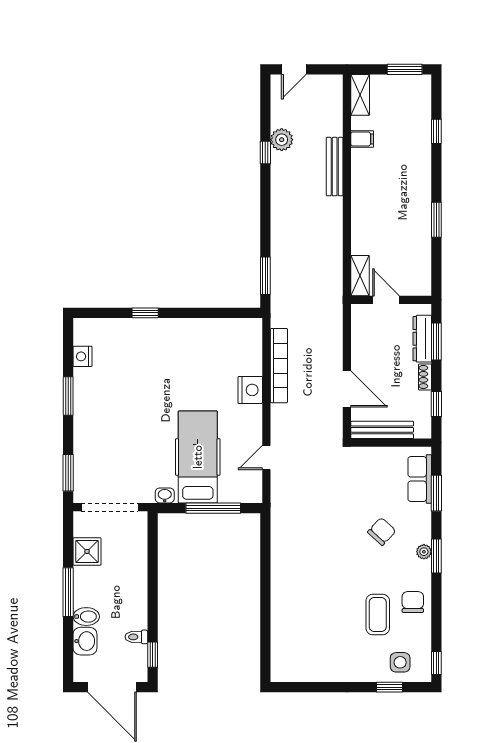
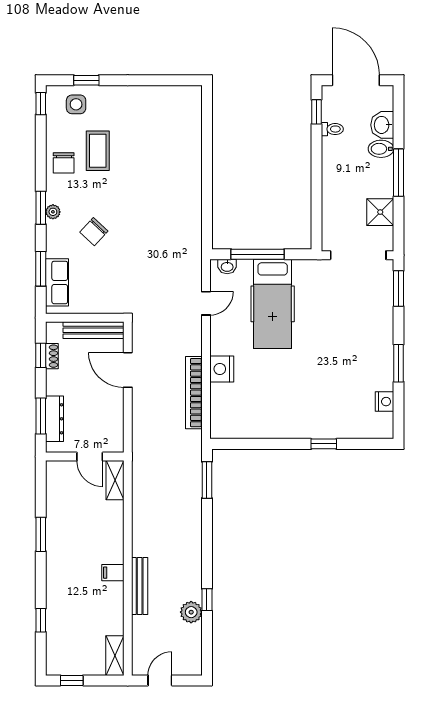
door: (294, 69) -> (160, 680), moved
window: (405, 69) -> (72, 680), width x0.67
filing cabinet: (362, 139) -> (113, 573), moved
shoe rack: (425, 377) -> (52, 356), moved
washbasin: (165, 495) -> (227, 266), moved

